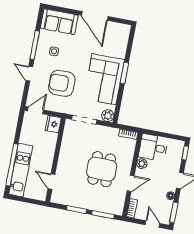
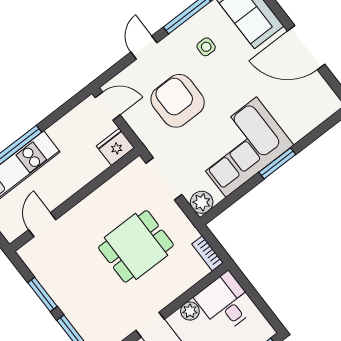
door: (95, 16) -> (306, 48), hinge flipped
dining table: (102, 169) -> (136, 246), moved

